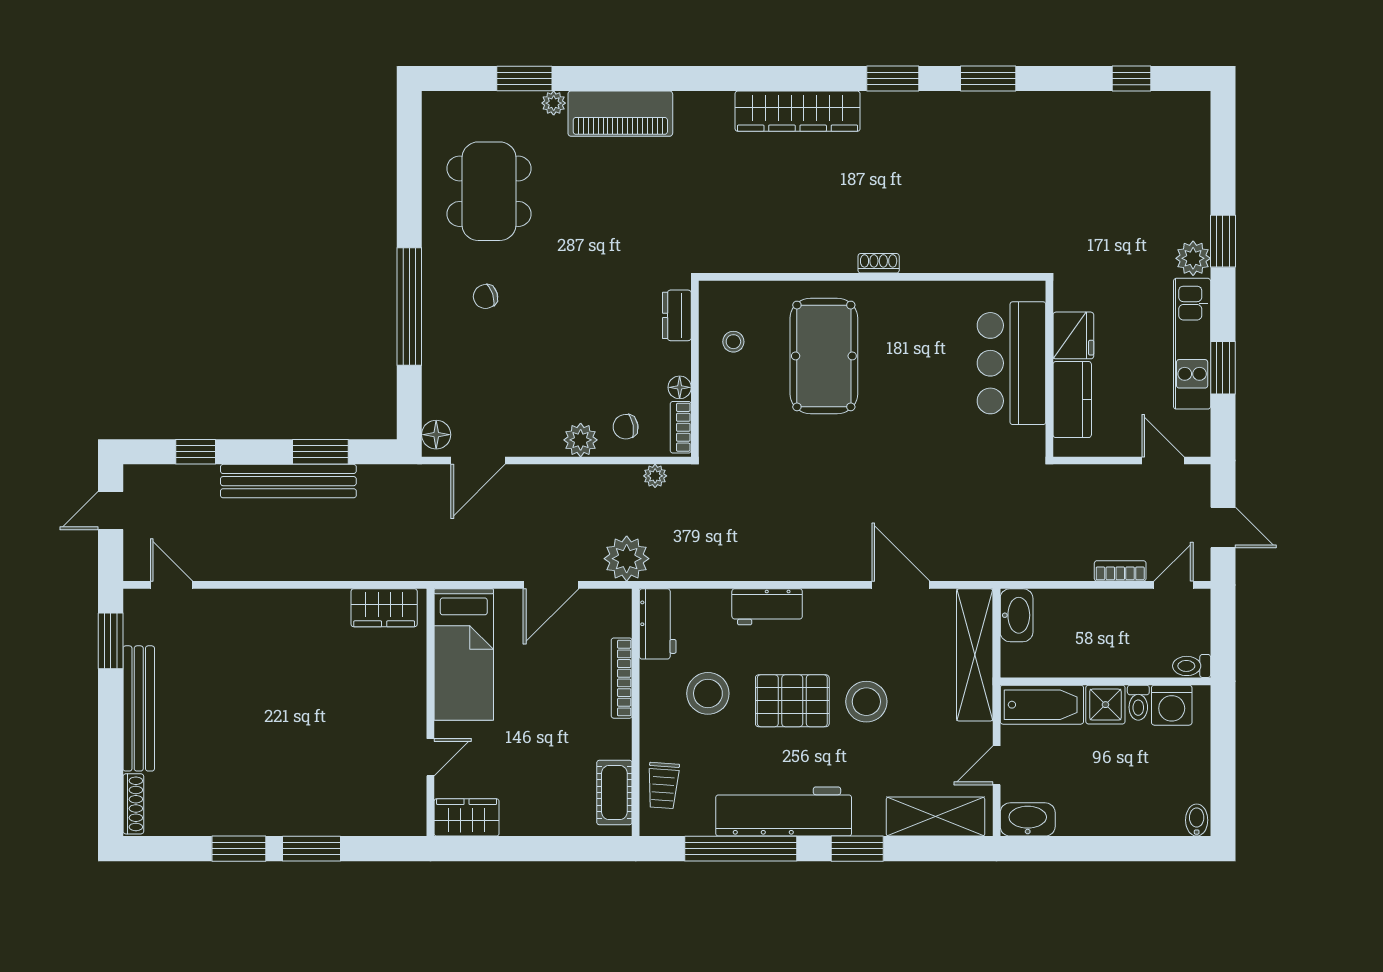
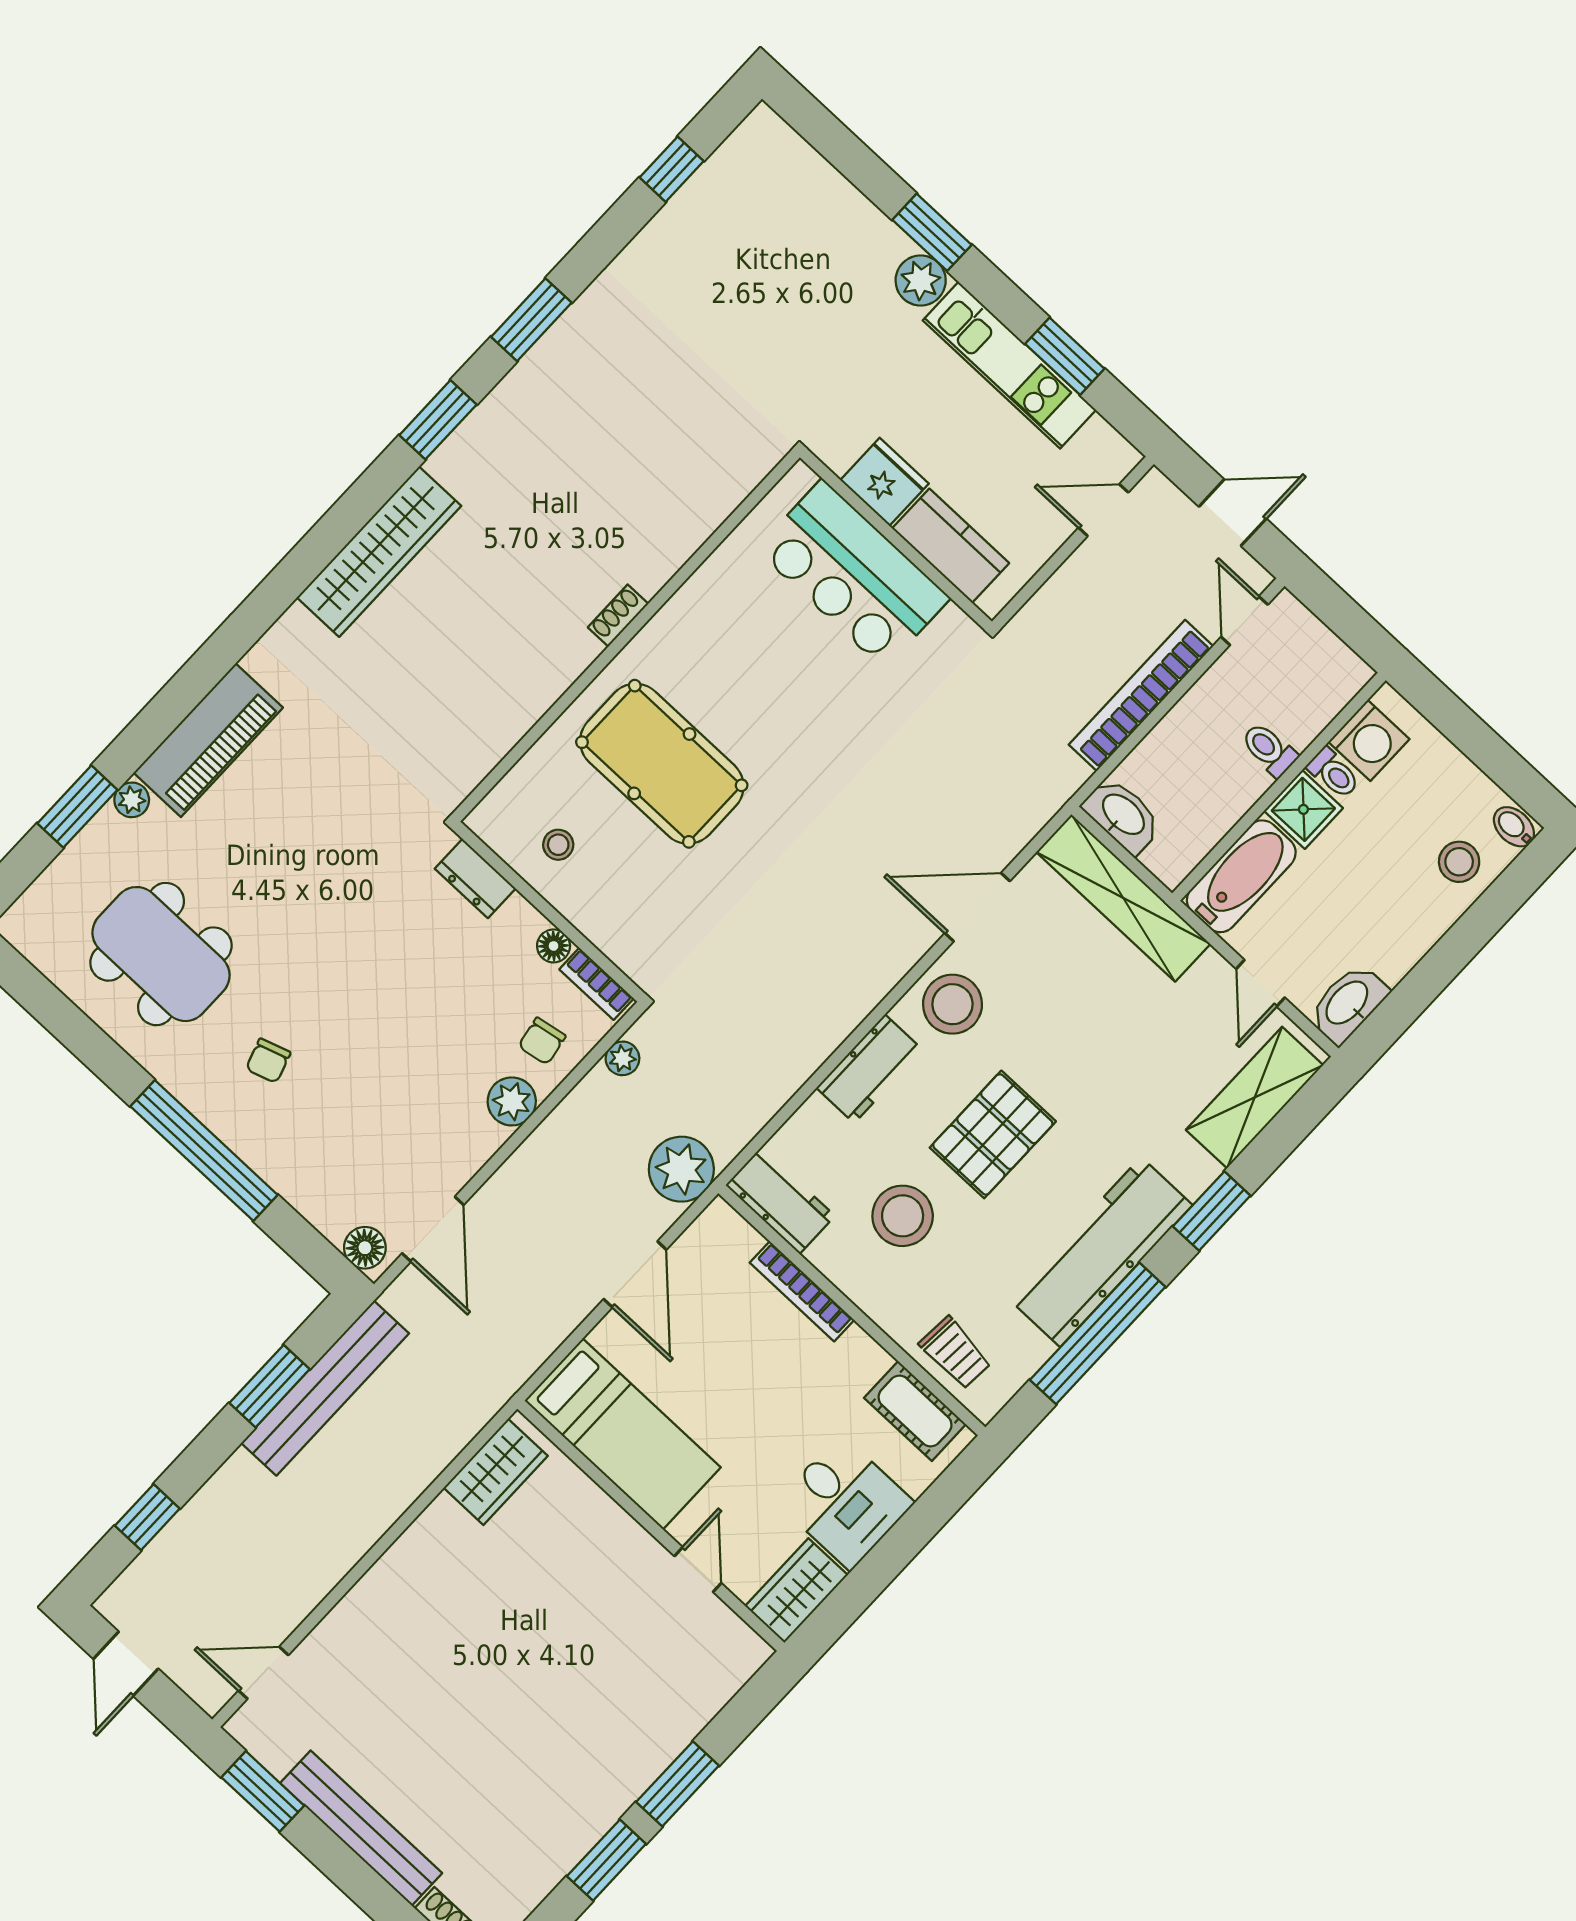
bench: (288, 481) -> (325, 1388), moved
bookcase: (1120, 571) -> (1141, 695), width x2.31, depth x1.31
toilet: (1192, 666) -> (1269, 750), moved, turned 90
stool: (866, 702) -> (952, 1004), moved
desk: (535, 800) -> (845, 1502), added
stool: (1153, 809) -> (1459, 862), added

